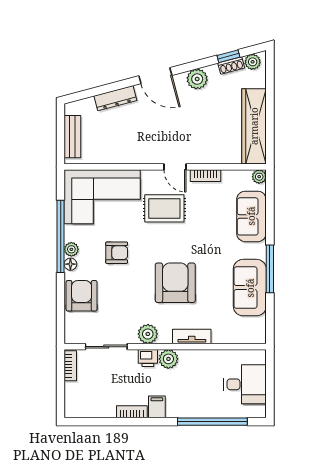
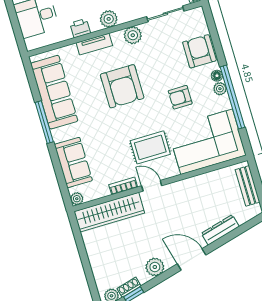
wardrobe: (254, 126) -> (109, 212), moved, turned 90
sofa: (250, 288) -> (54, 92), width x1.36
armchair: (82, 296) -> (199, 51), turned 180
printer: (148, 358) -> (80, 28), moved

